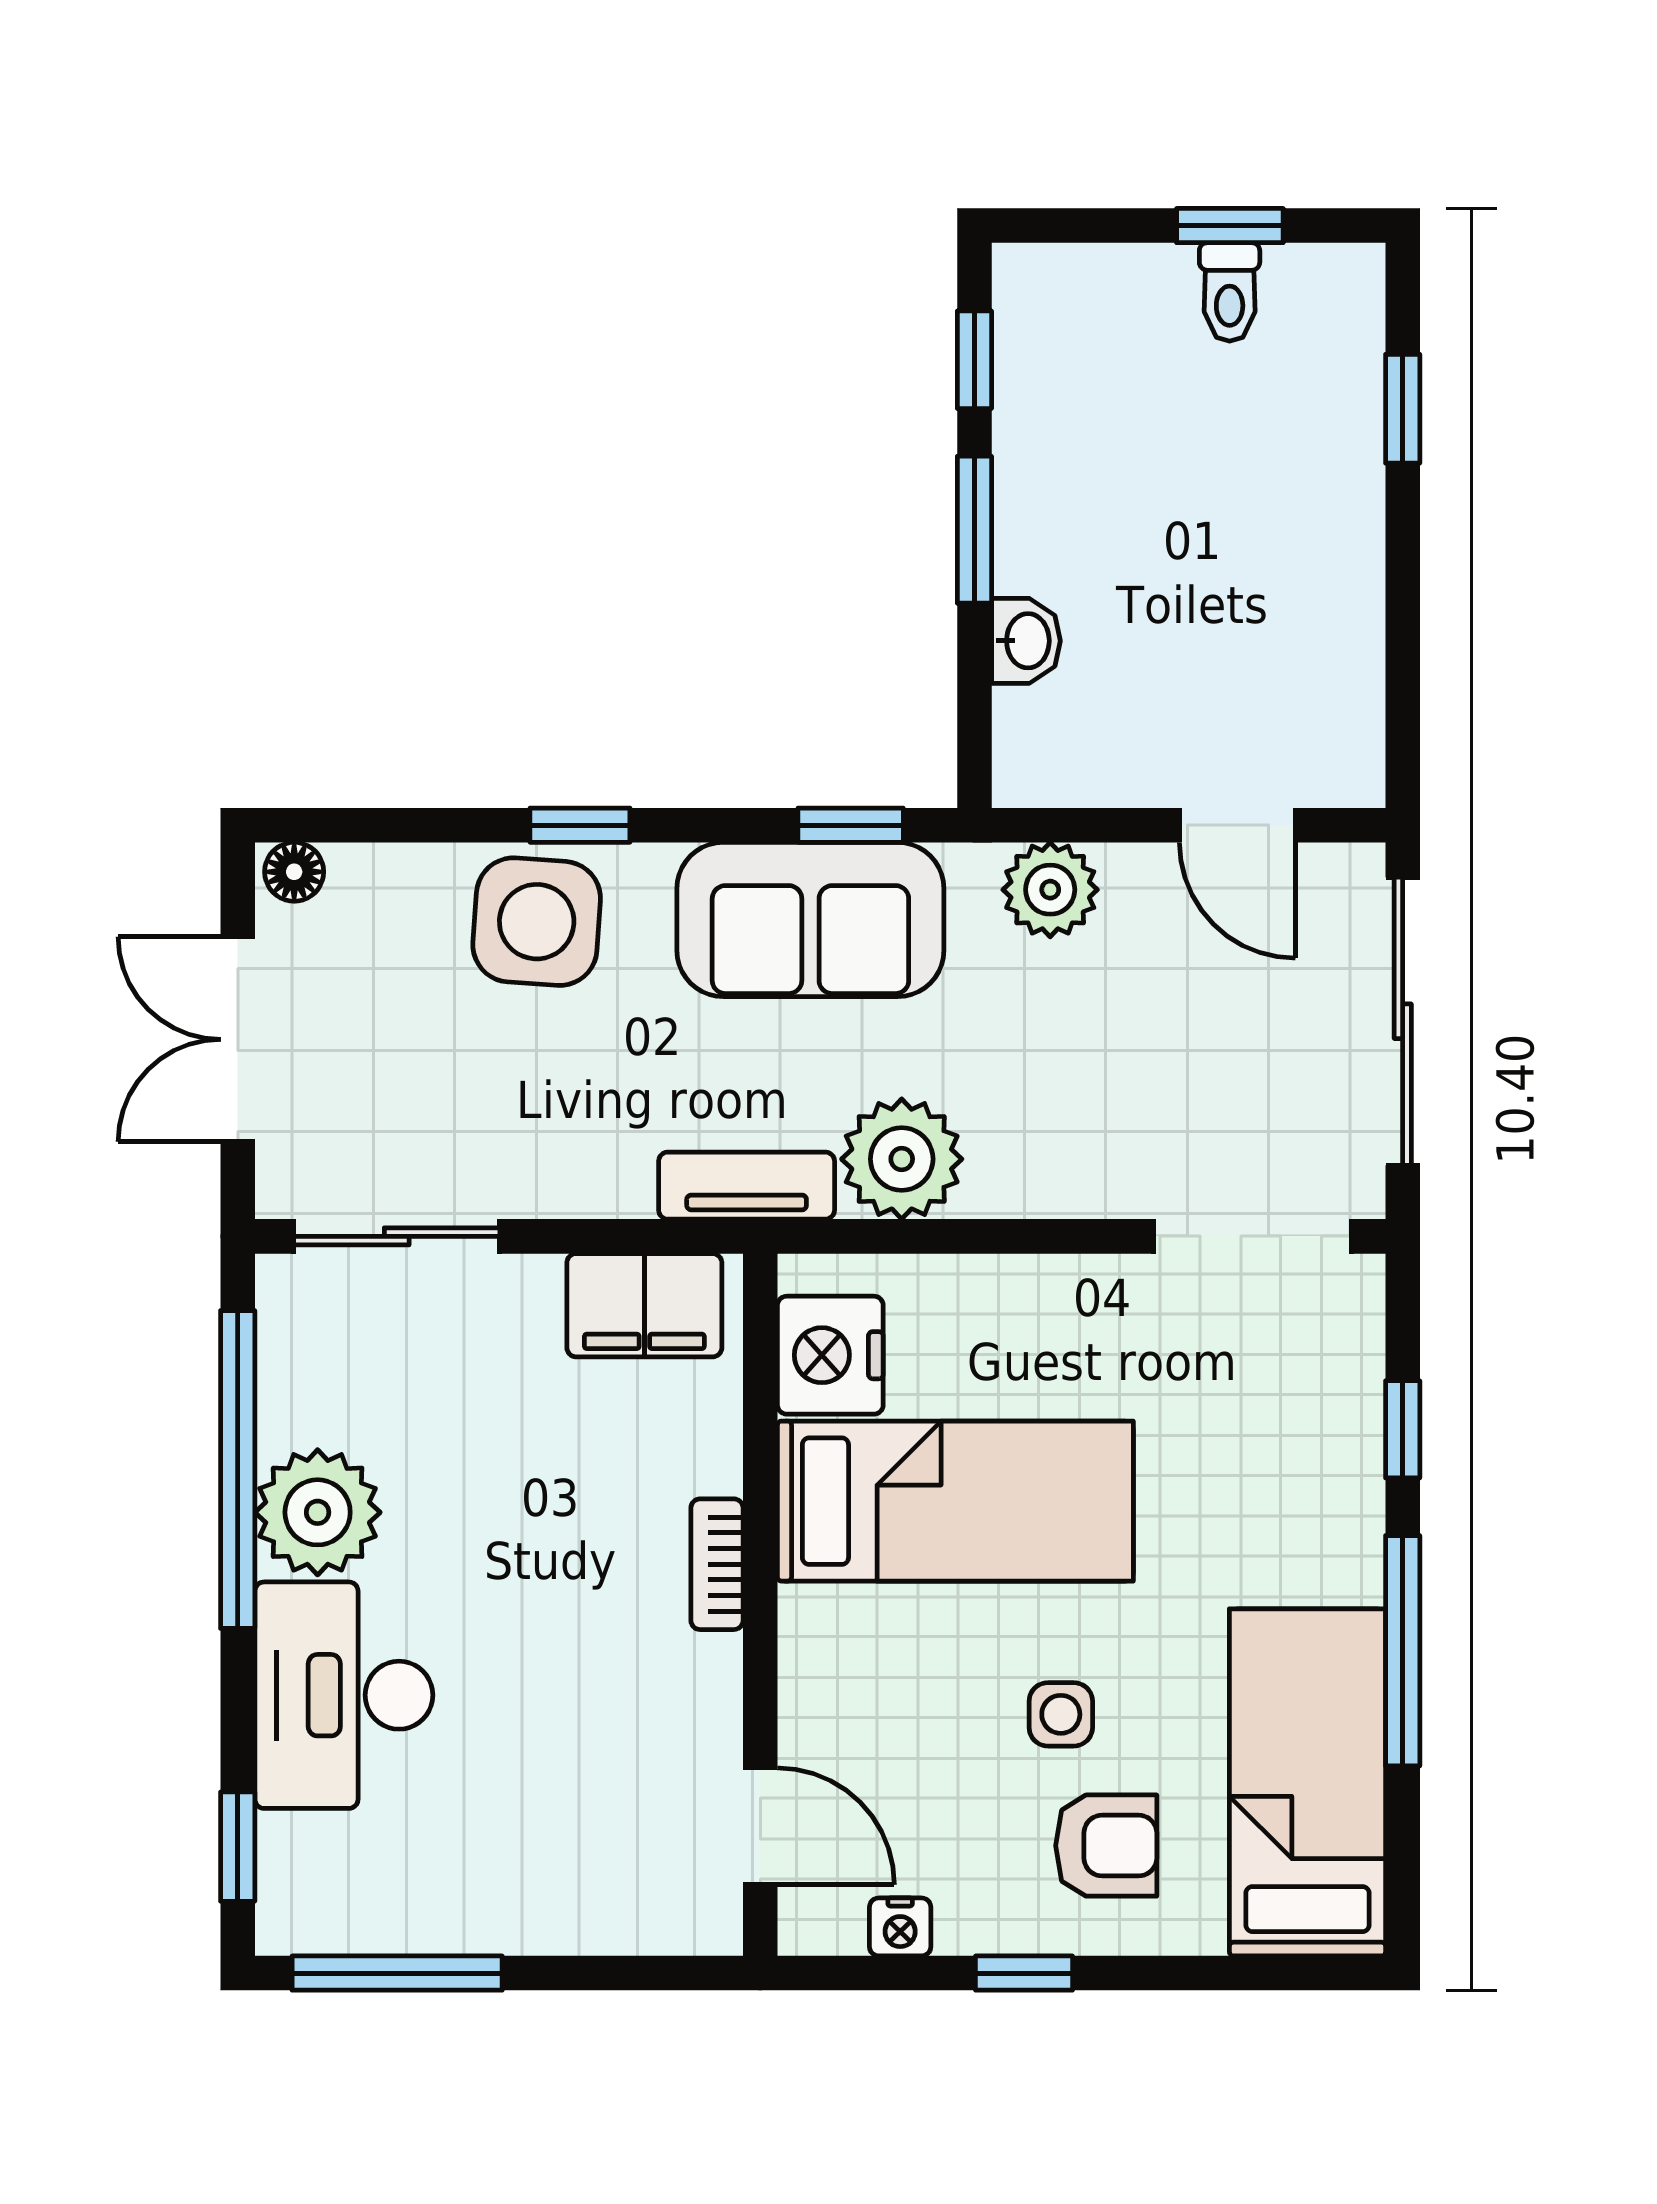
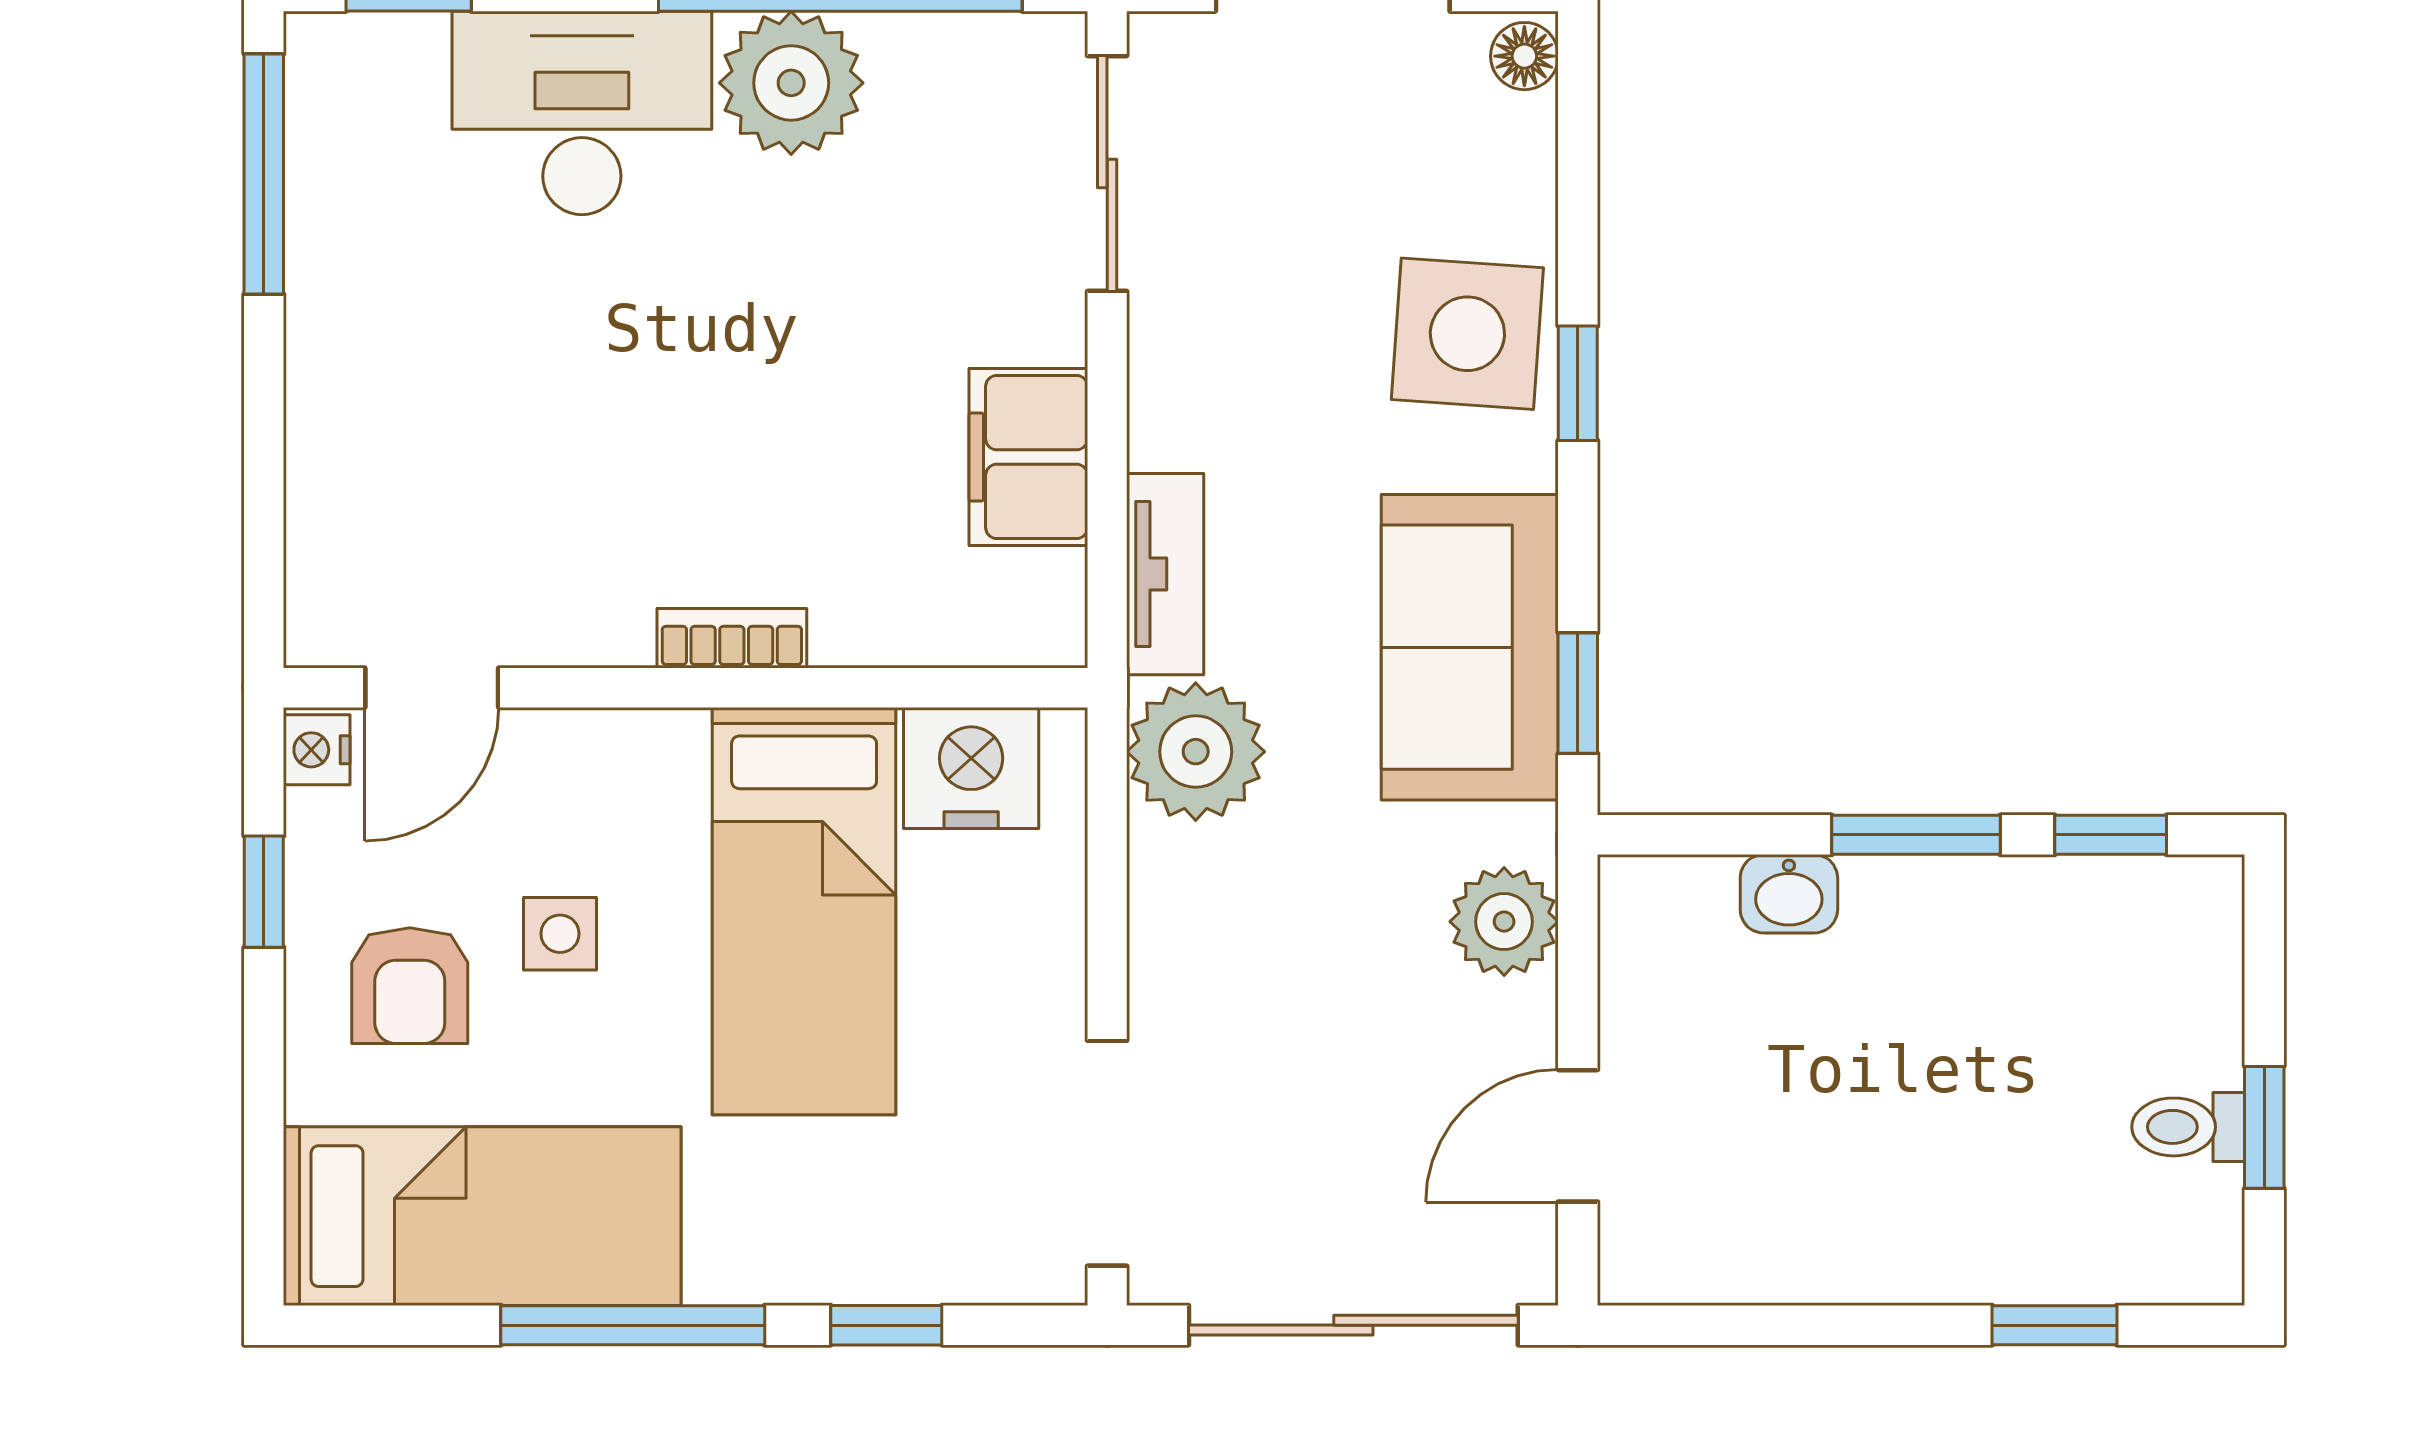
nightstand: (830, 1355) -> (971, 768), moved
bed: (955, 1501) -> (804, 911), moved
bookcase: (717, 1564) -> (732, 638), moved
wall: (760, 1605) -> (685, 688), moved
door: (760, 1826) -> (432, 688), moved

